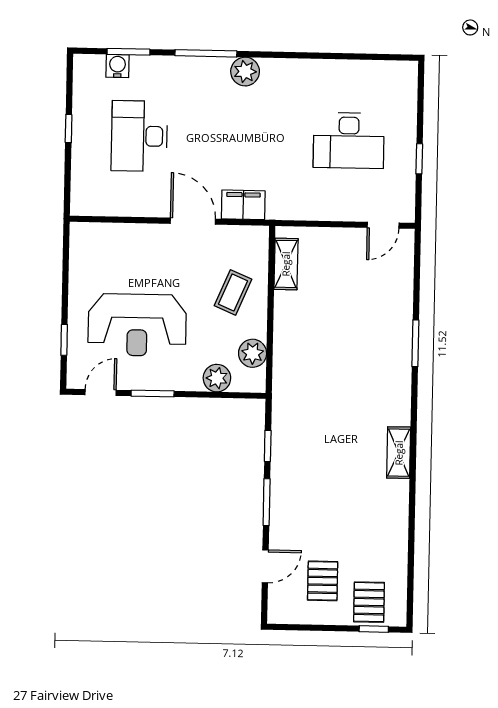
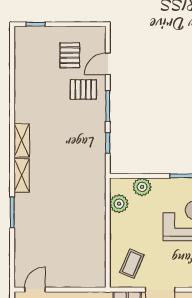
shelving: (286, 264) -> (22, 175), moved
coffee table: (233, 292) -> (132, 264), moved
pallet: (369, 602) -> (83, 90), moved, turned 90

